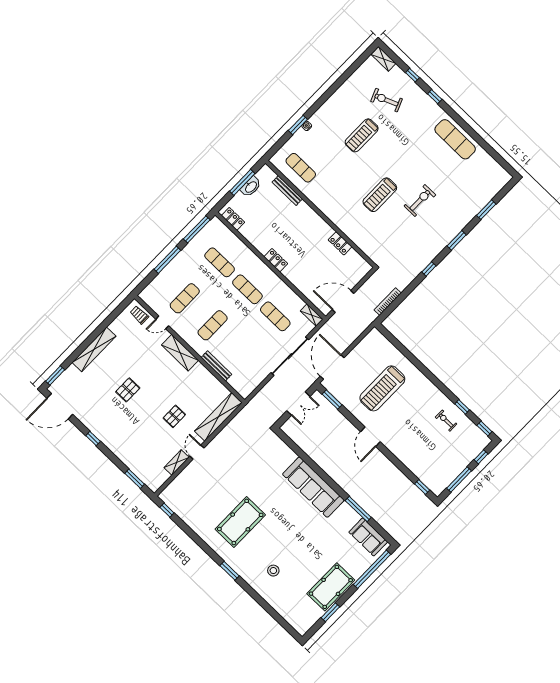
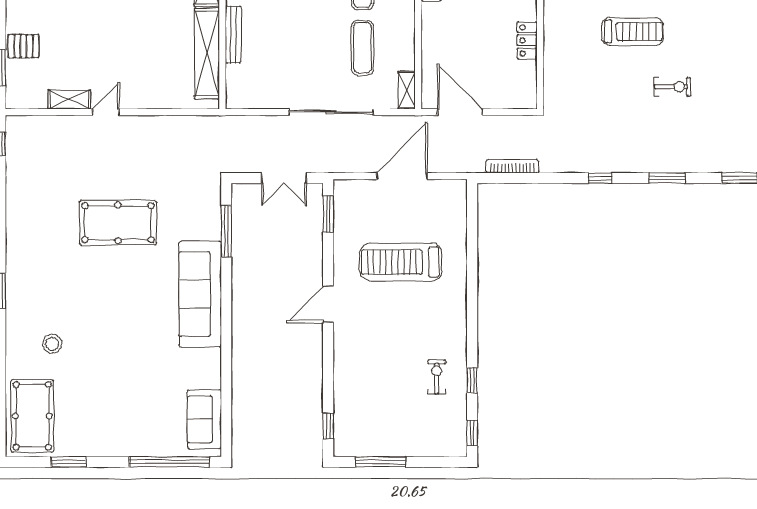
treadmill: (380, 195) -> (633, 32), turned 180
exercise bike: (420, 200) -> (673, 87), width x0.73, depth x0.72
door: (332, 367) -> (402, 176), moved
pallet: (174, 416) -> (24, 46), moved
shelving: (218, 417) -> (207, 53), moved, turned 90
window: (481, 457) -> (434, 462), removed
window: (358, 509) -> (226, 231), moved
pool table: (240, 522) -> (118, 223), moved
pool table: (331, 587) -> (32, 416), moved, turned 90

